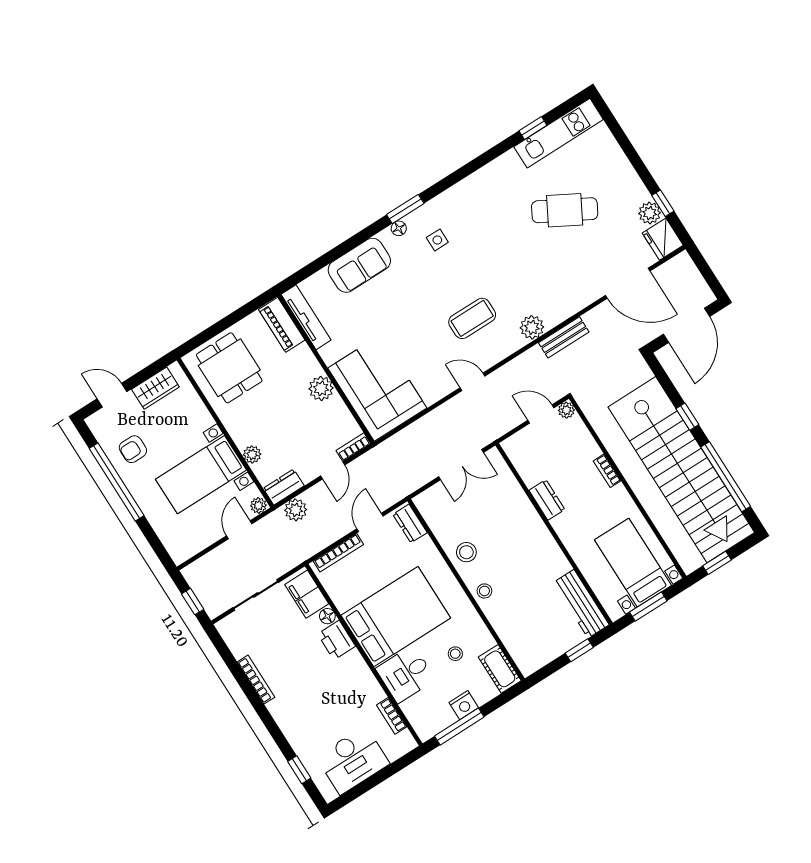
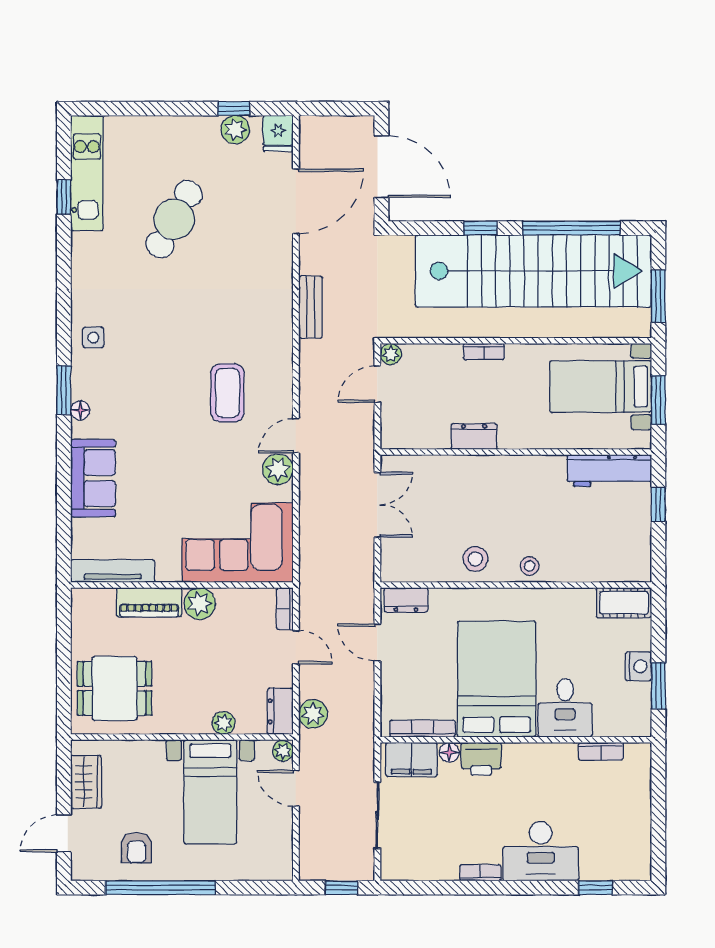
fridge: (663, 239) -> (278, 133), width x0.72
side table: (437, 240) -> (93, 337), moved
piano: (282, 325) -> (149, 602), moved
plant: (532, 327) -> (278, 469), moved
bookcase: (338, 553) -> (422, 729), moved, turned -90
window: (717, 563) -> (658, 296), width x1.50
stool: (455, 654) -> (577, 640), removed
bookcase: (256, 680) -> (480, 873), width x0.64
window: (459, 726) -> (658, 686), width x0.69
desk: (353, 760) -> (541, 851), moved, turned 90

